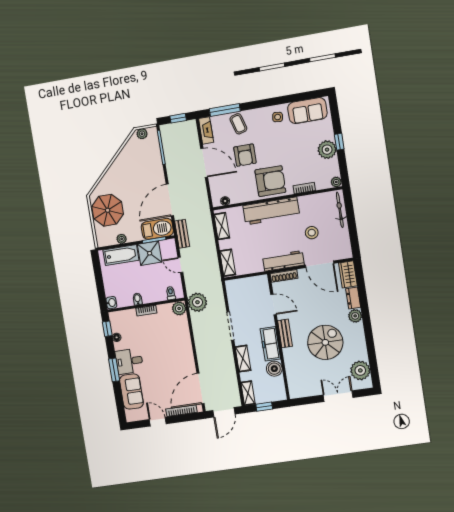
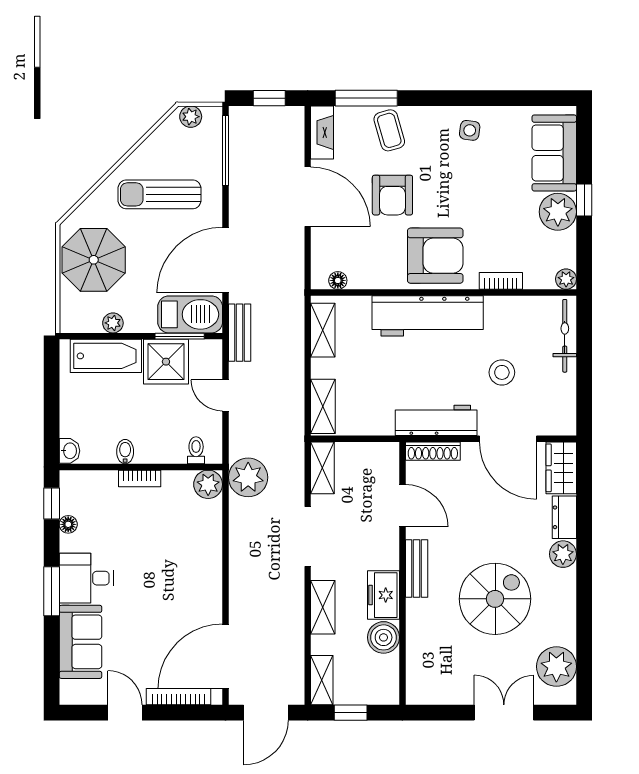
sofa: (307, 111) -> (554, 153), moved, turned 90
sun lounger: (133, 174) -> (159, 194), added
shelving: (232, 292) -> (322, 468), added
freezer: (270, 344) -> (383, 595), width x0.71

